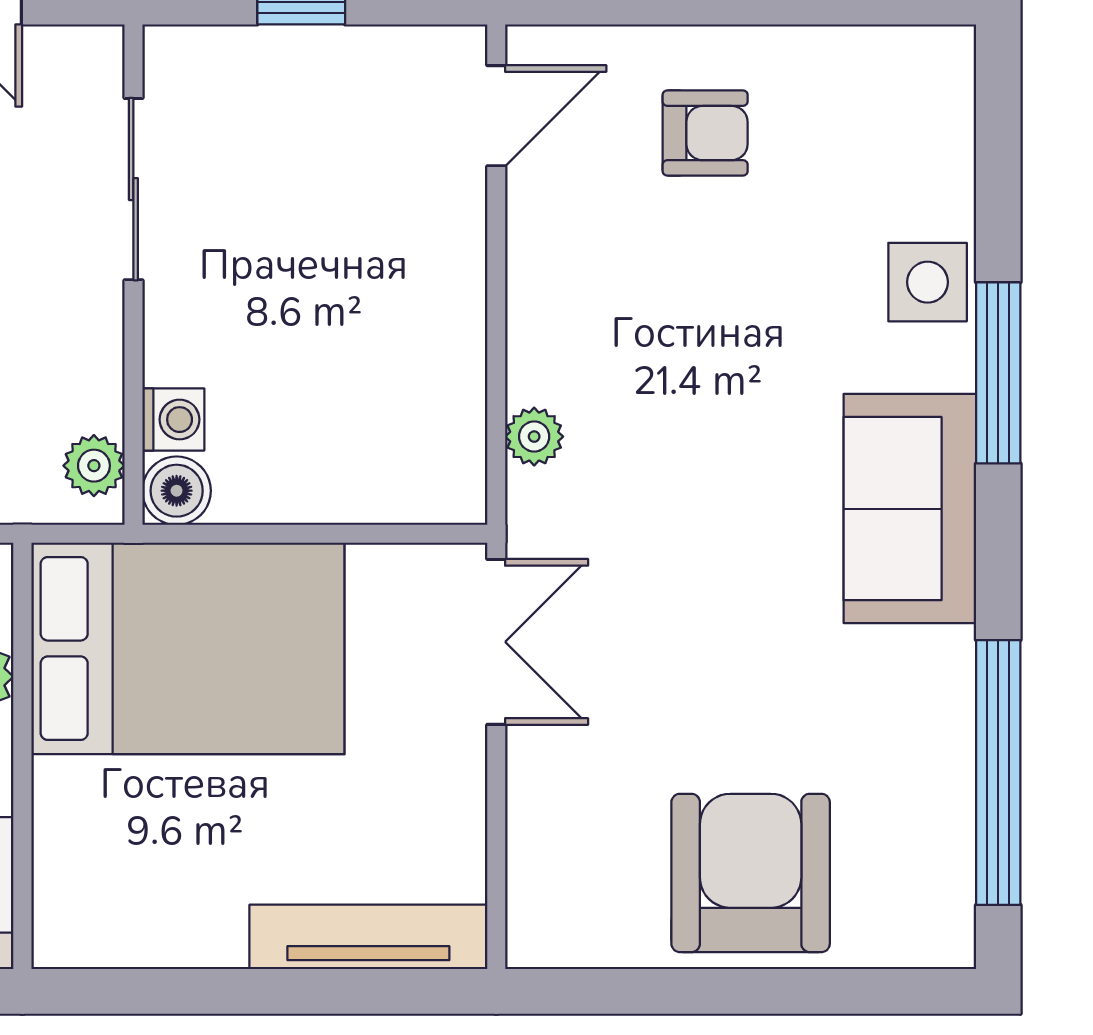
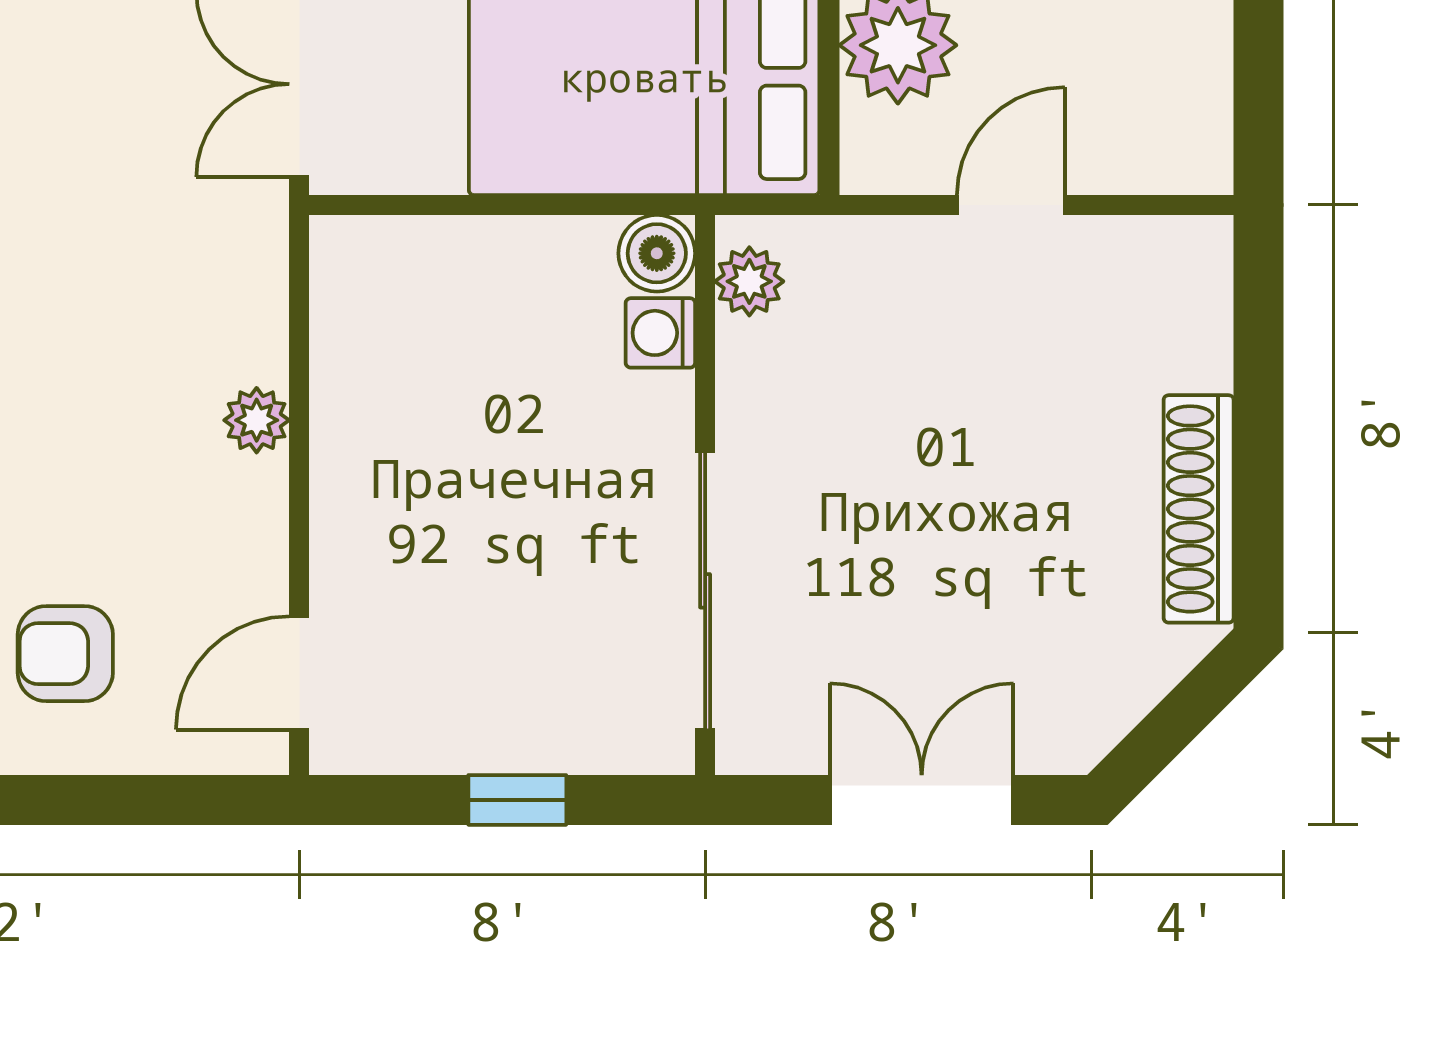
sliding door: (133, 189) -> (705, 591), width x1.37
plant: (534, 437) -> (257, 420), moved

